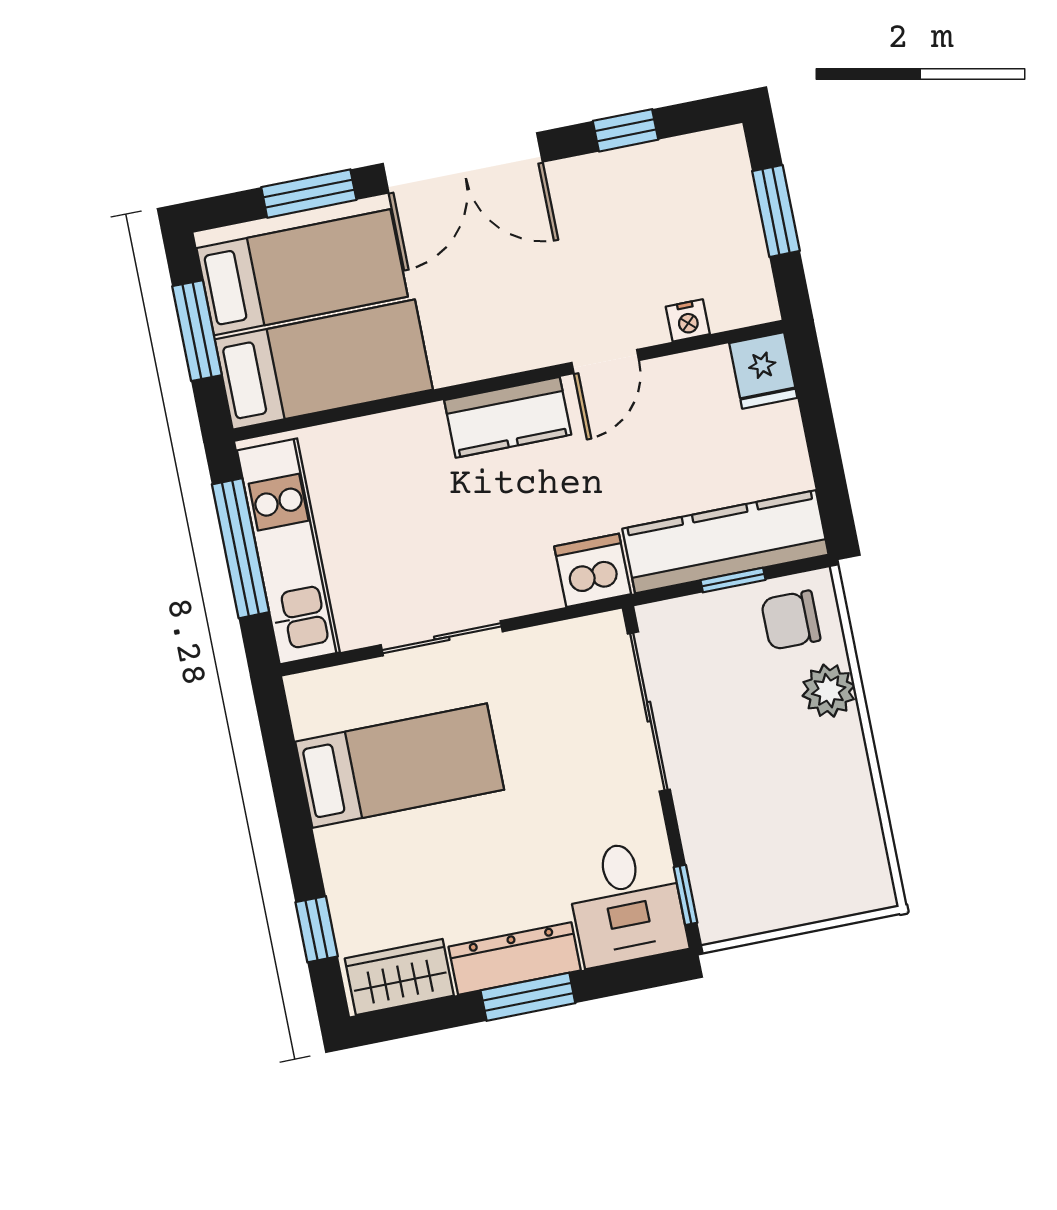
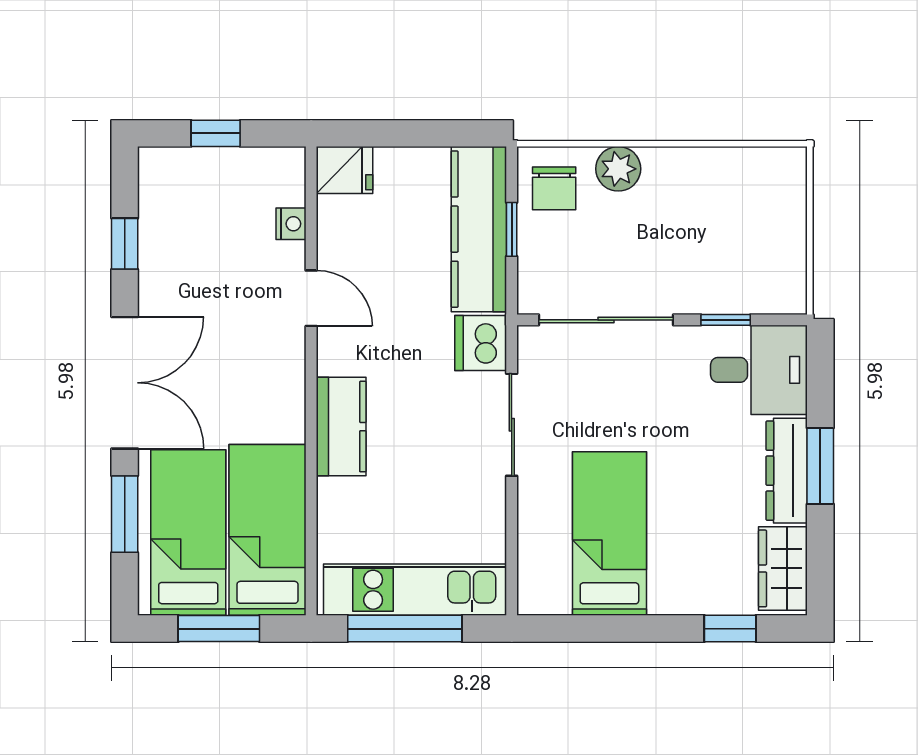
window: (776, 211) -> (216, 133), width x0.67
kitchen counter: (508, 417) -> (341, 427), moved
sliding door: (442, 638) -> (512, 425), moved
window: (685, 895) -> (726, 320), moved

